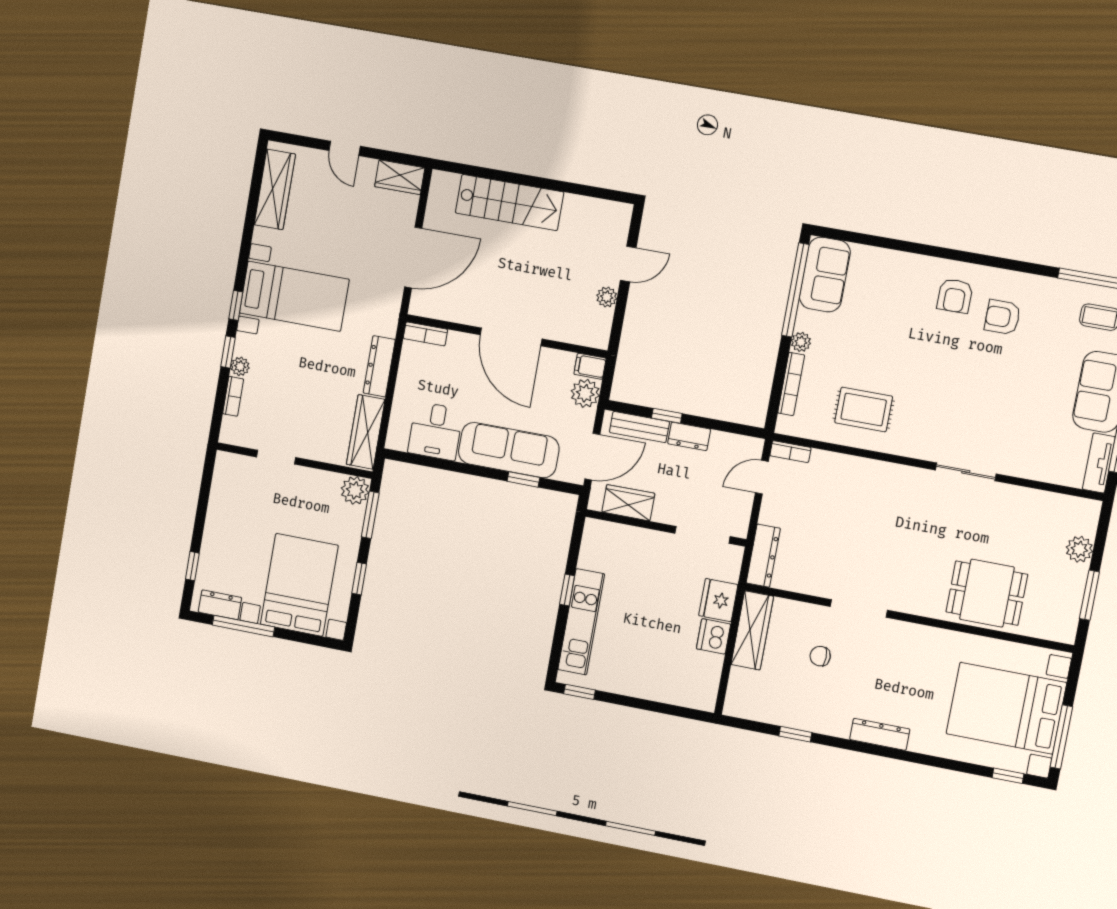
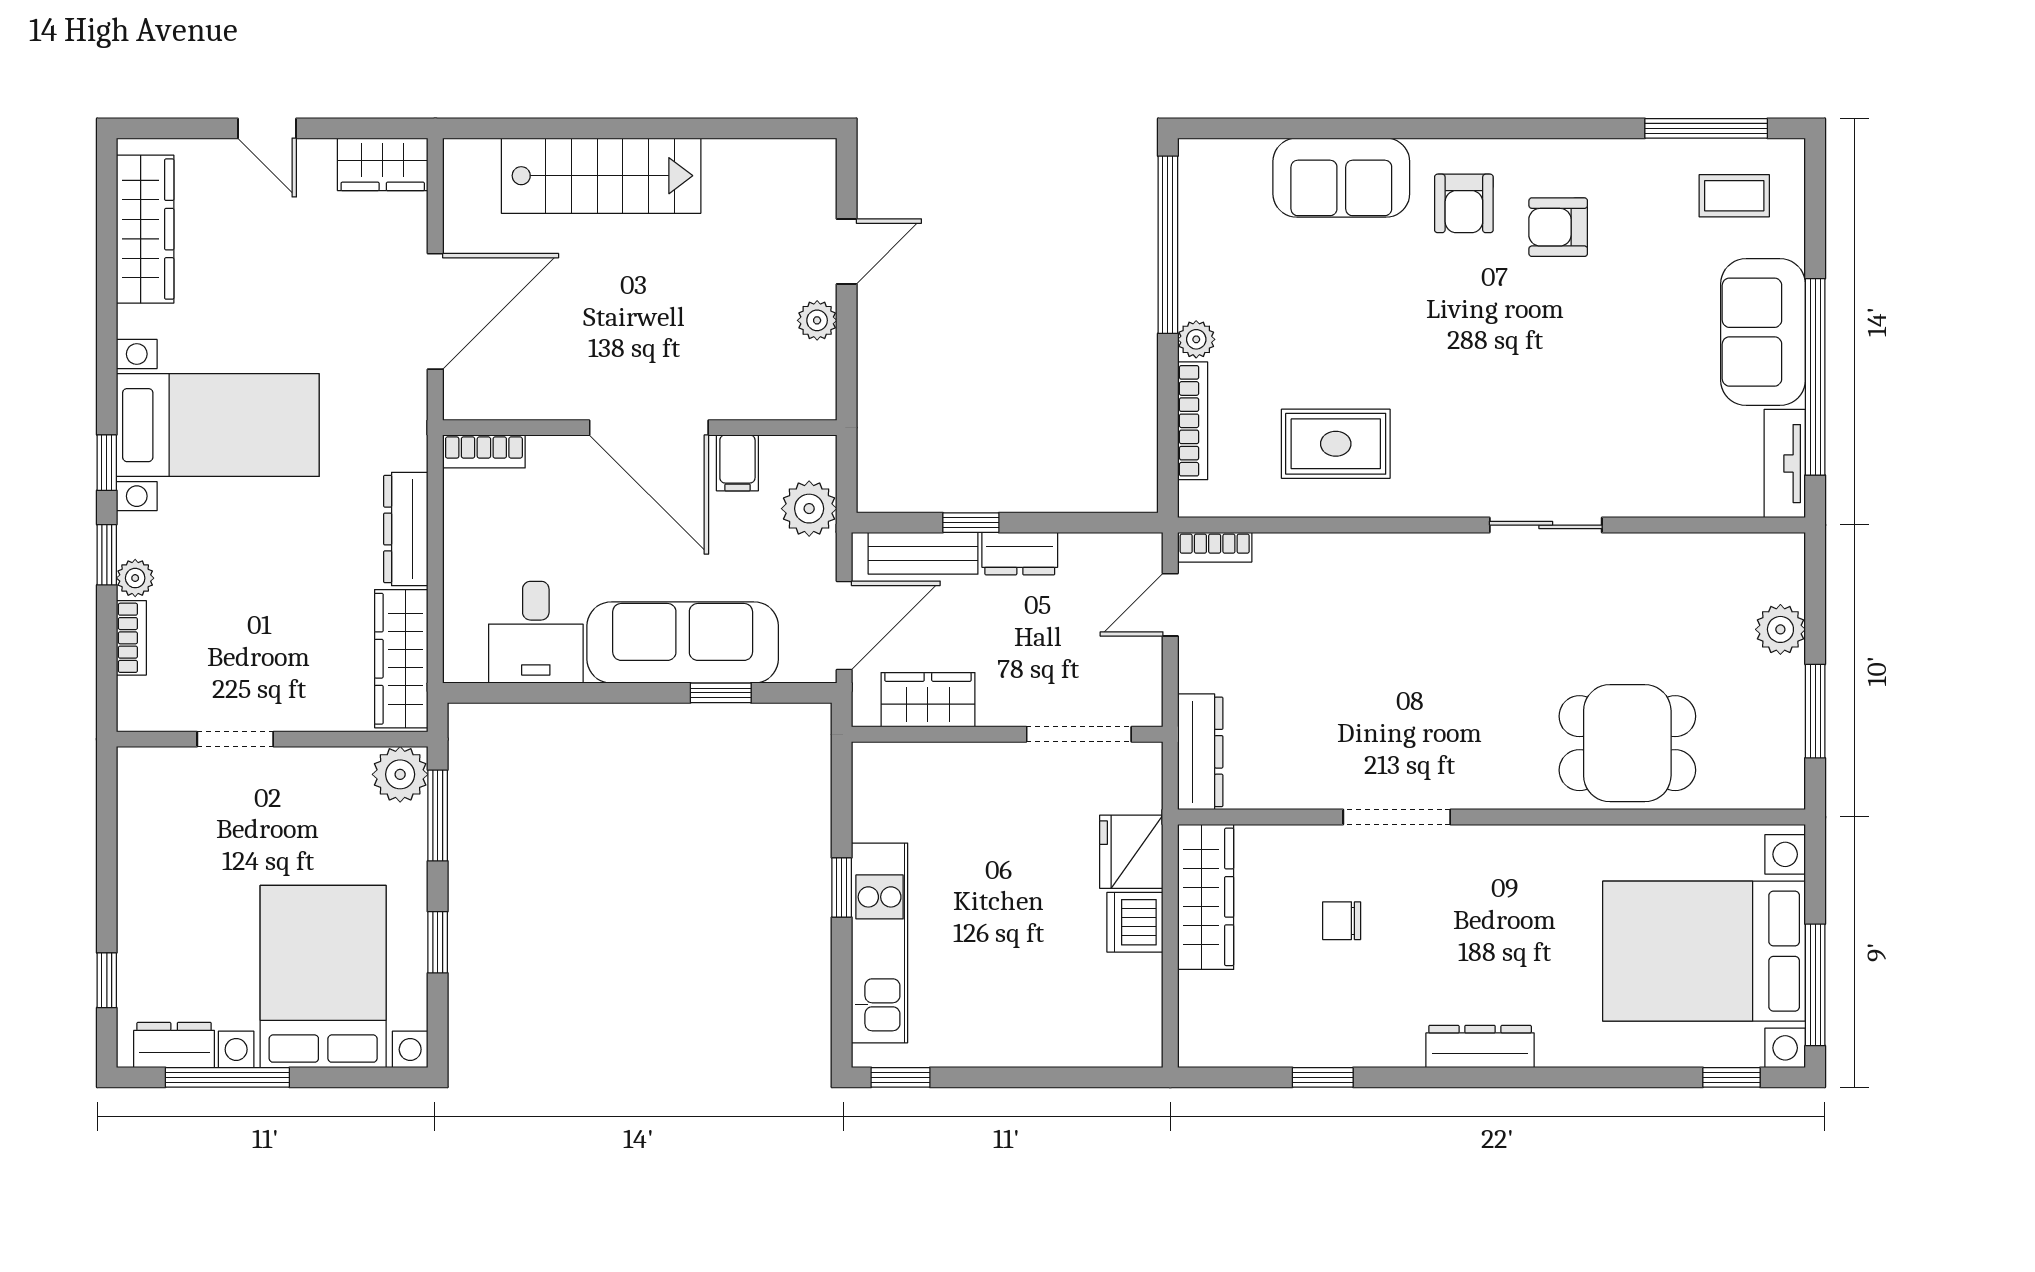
sofa: (825, 275) -> (1341, 178), moved, turned 90
filing cabinet: (590, 366) -> (737, 463), moved, turned -90

